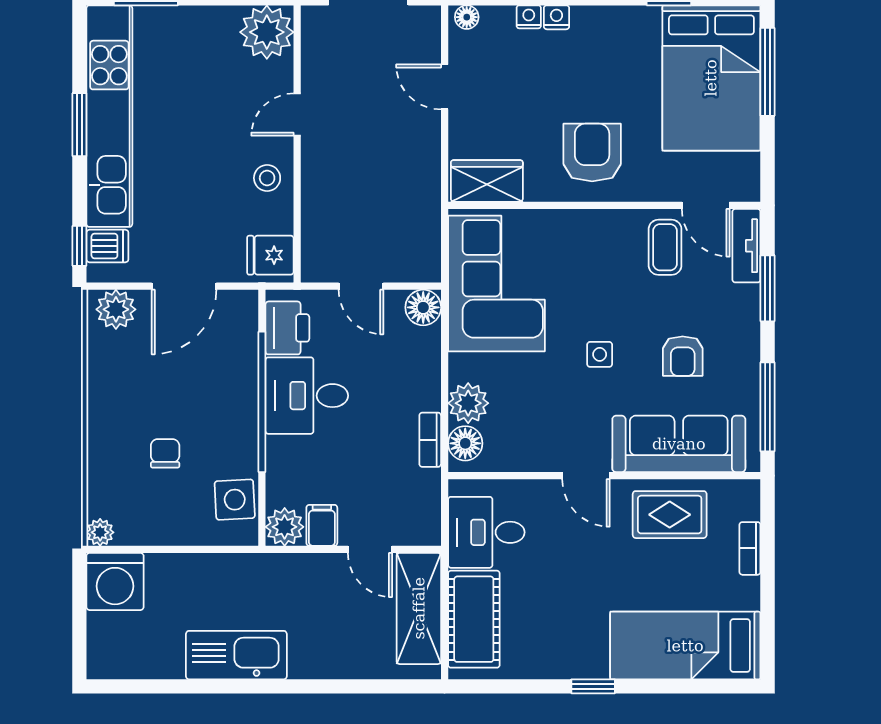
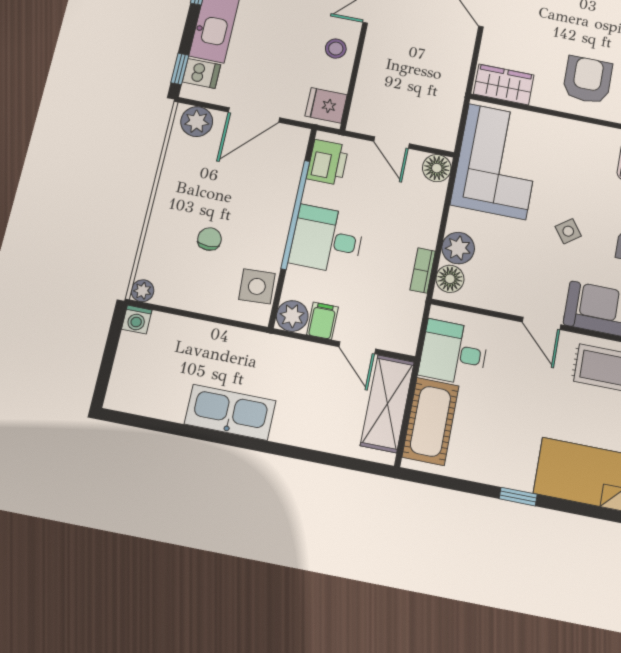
side table: (600, 354) -> (568, 231), turned -36
desk: (307, 396) -> (327, 240), moved
washing machine: (115, 581) -> (137, 320), width x0.53, depth x0.53

